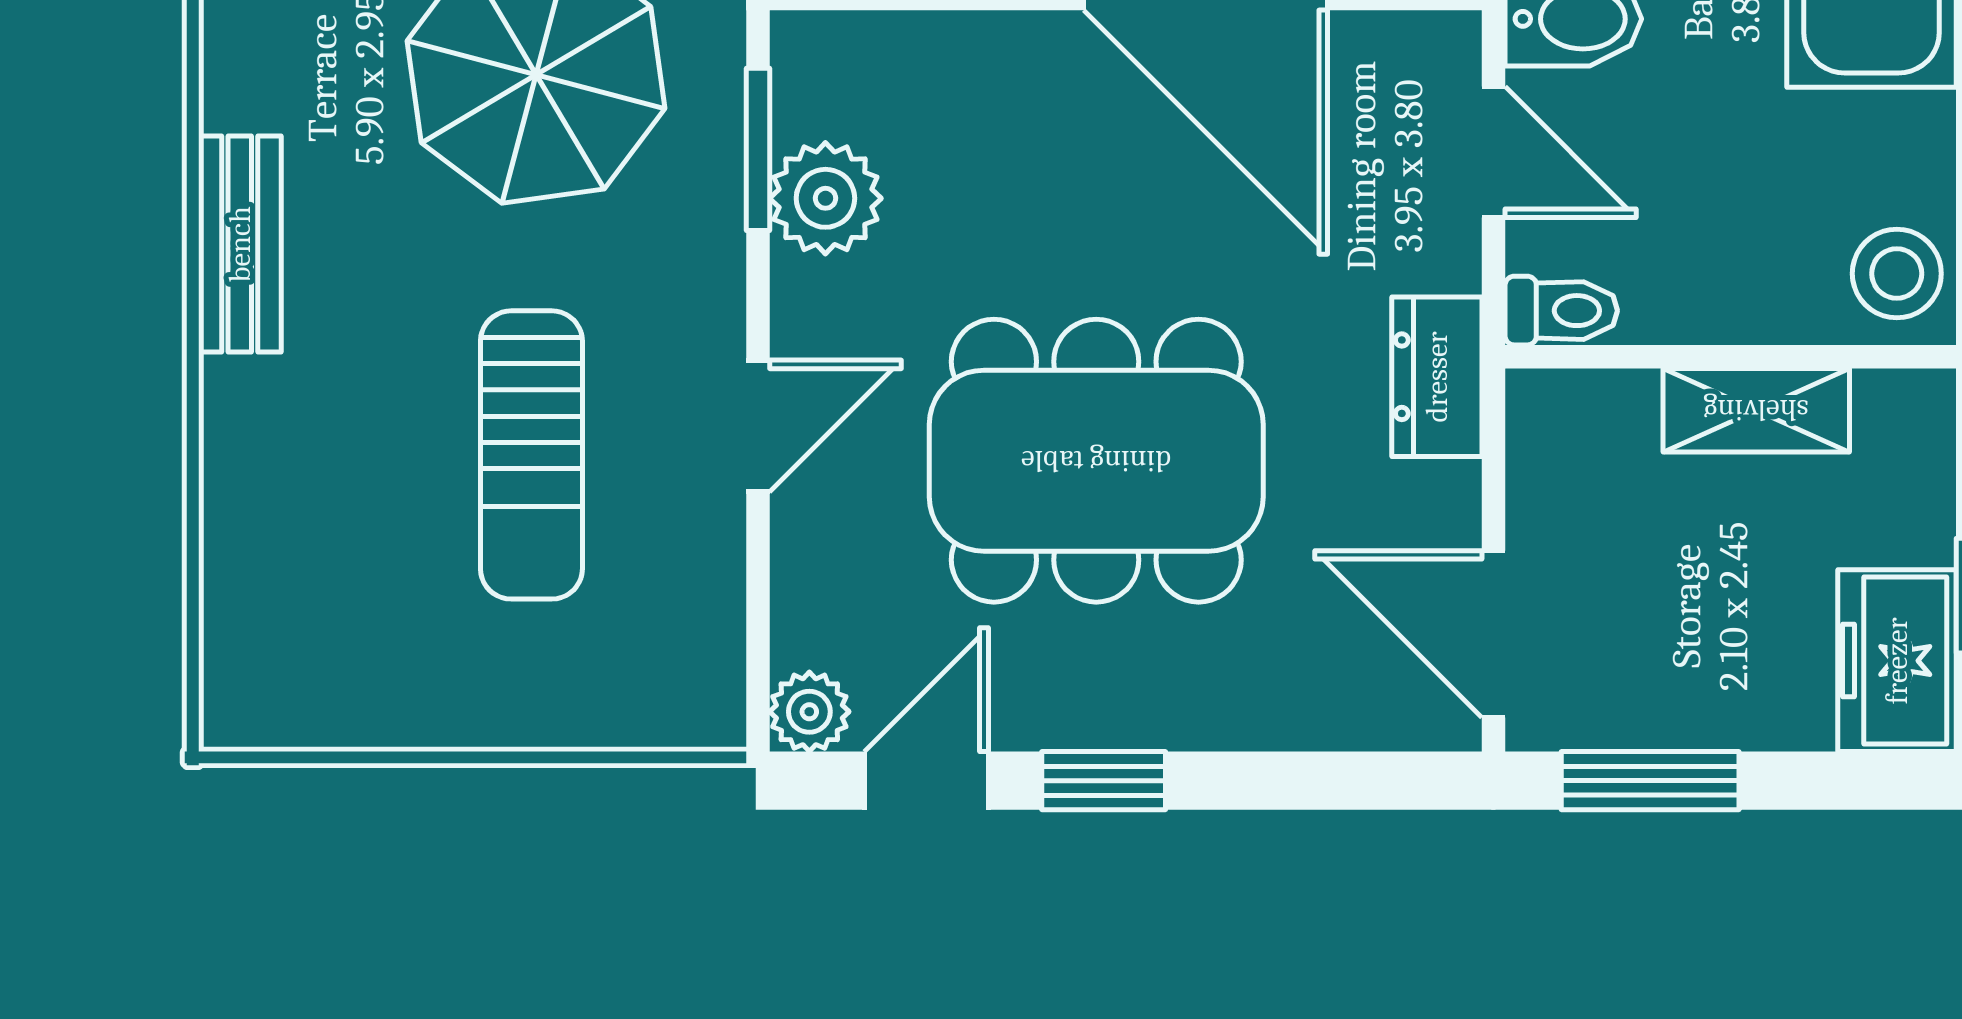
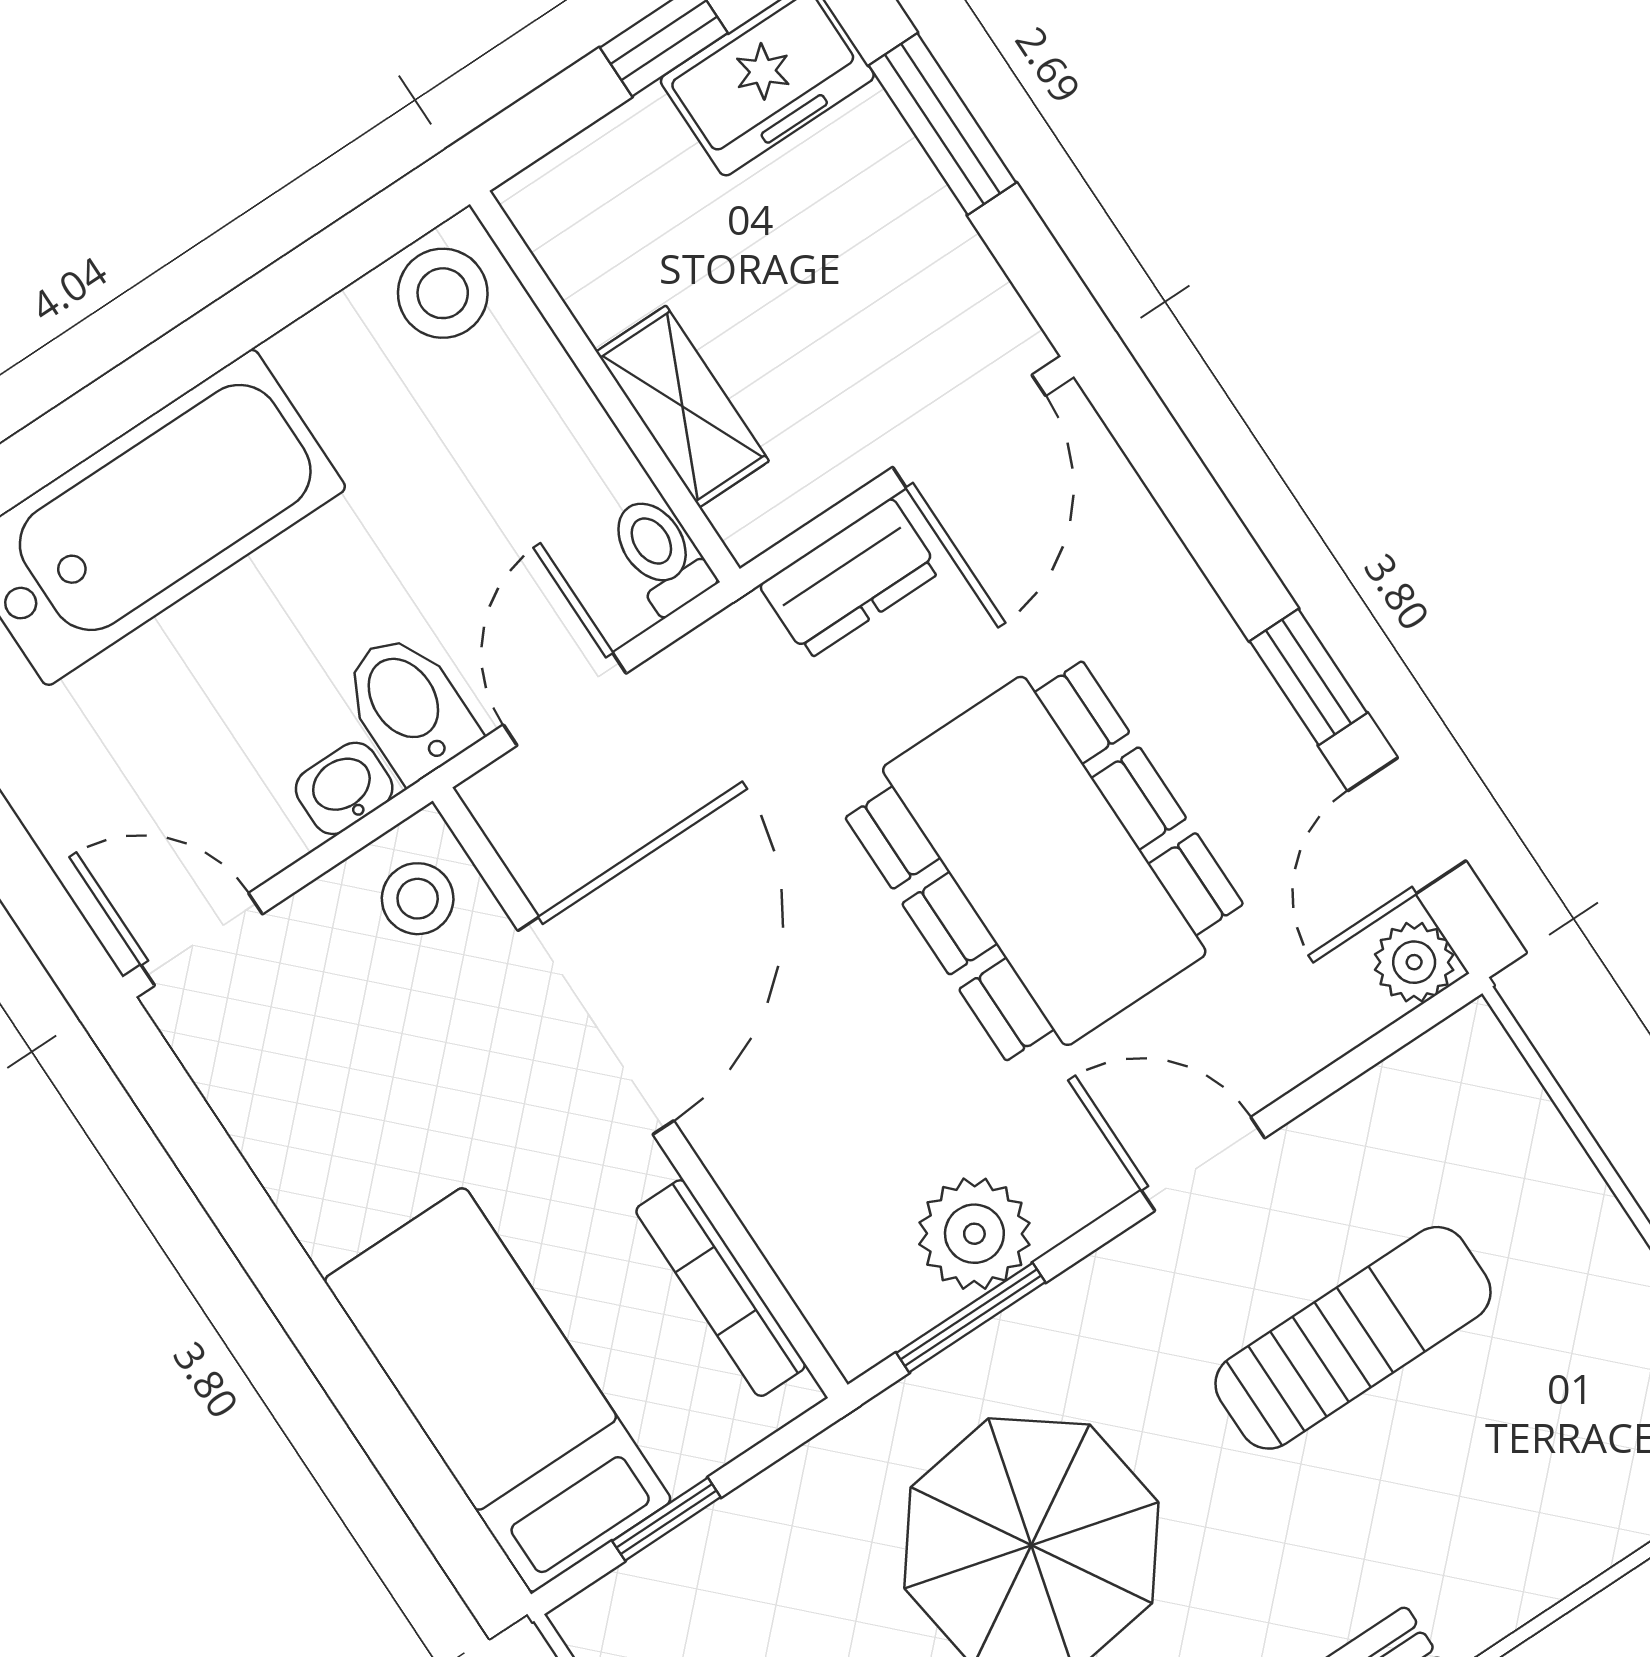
dresser: (1437, 377) -> (850, 578), moved
shelving: (1756, 410) -> (682, 406), moved
door: (926, 781) -> (1407, 826), hinge flipped
window: (1650, 781) -> (942, 124), moved

